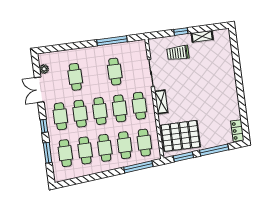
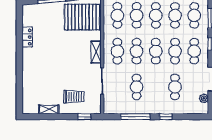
window: (181, 32) -> (84, 117), moved
window: (81, 45) -> (166, 117), added
locker: (237, 131) -> (27, 37), moved

